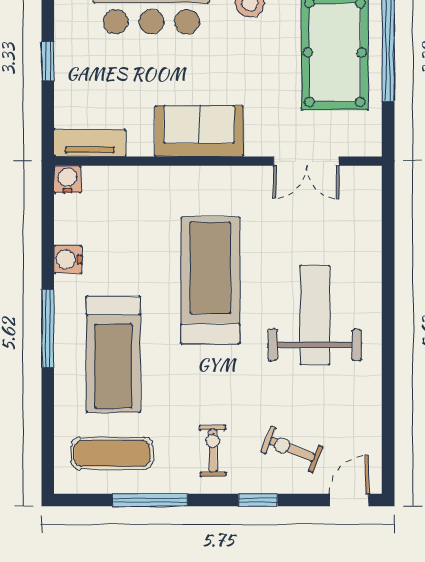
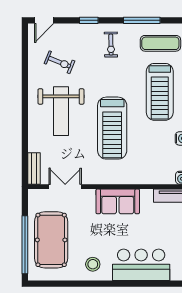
bench: (370, 198) -> (34, 169), added
treadmill: (113, 354) -> (160, 92), turned 180
exercise bike: (292, 449) -> (59, 62), moved

